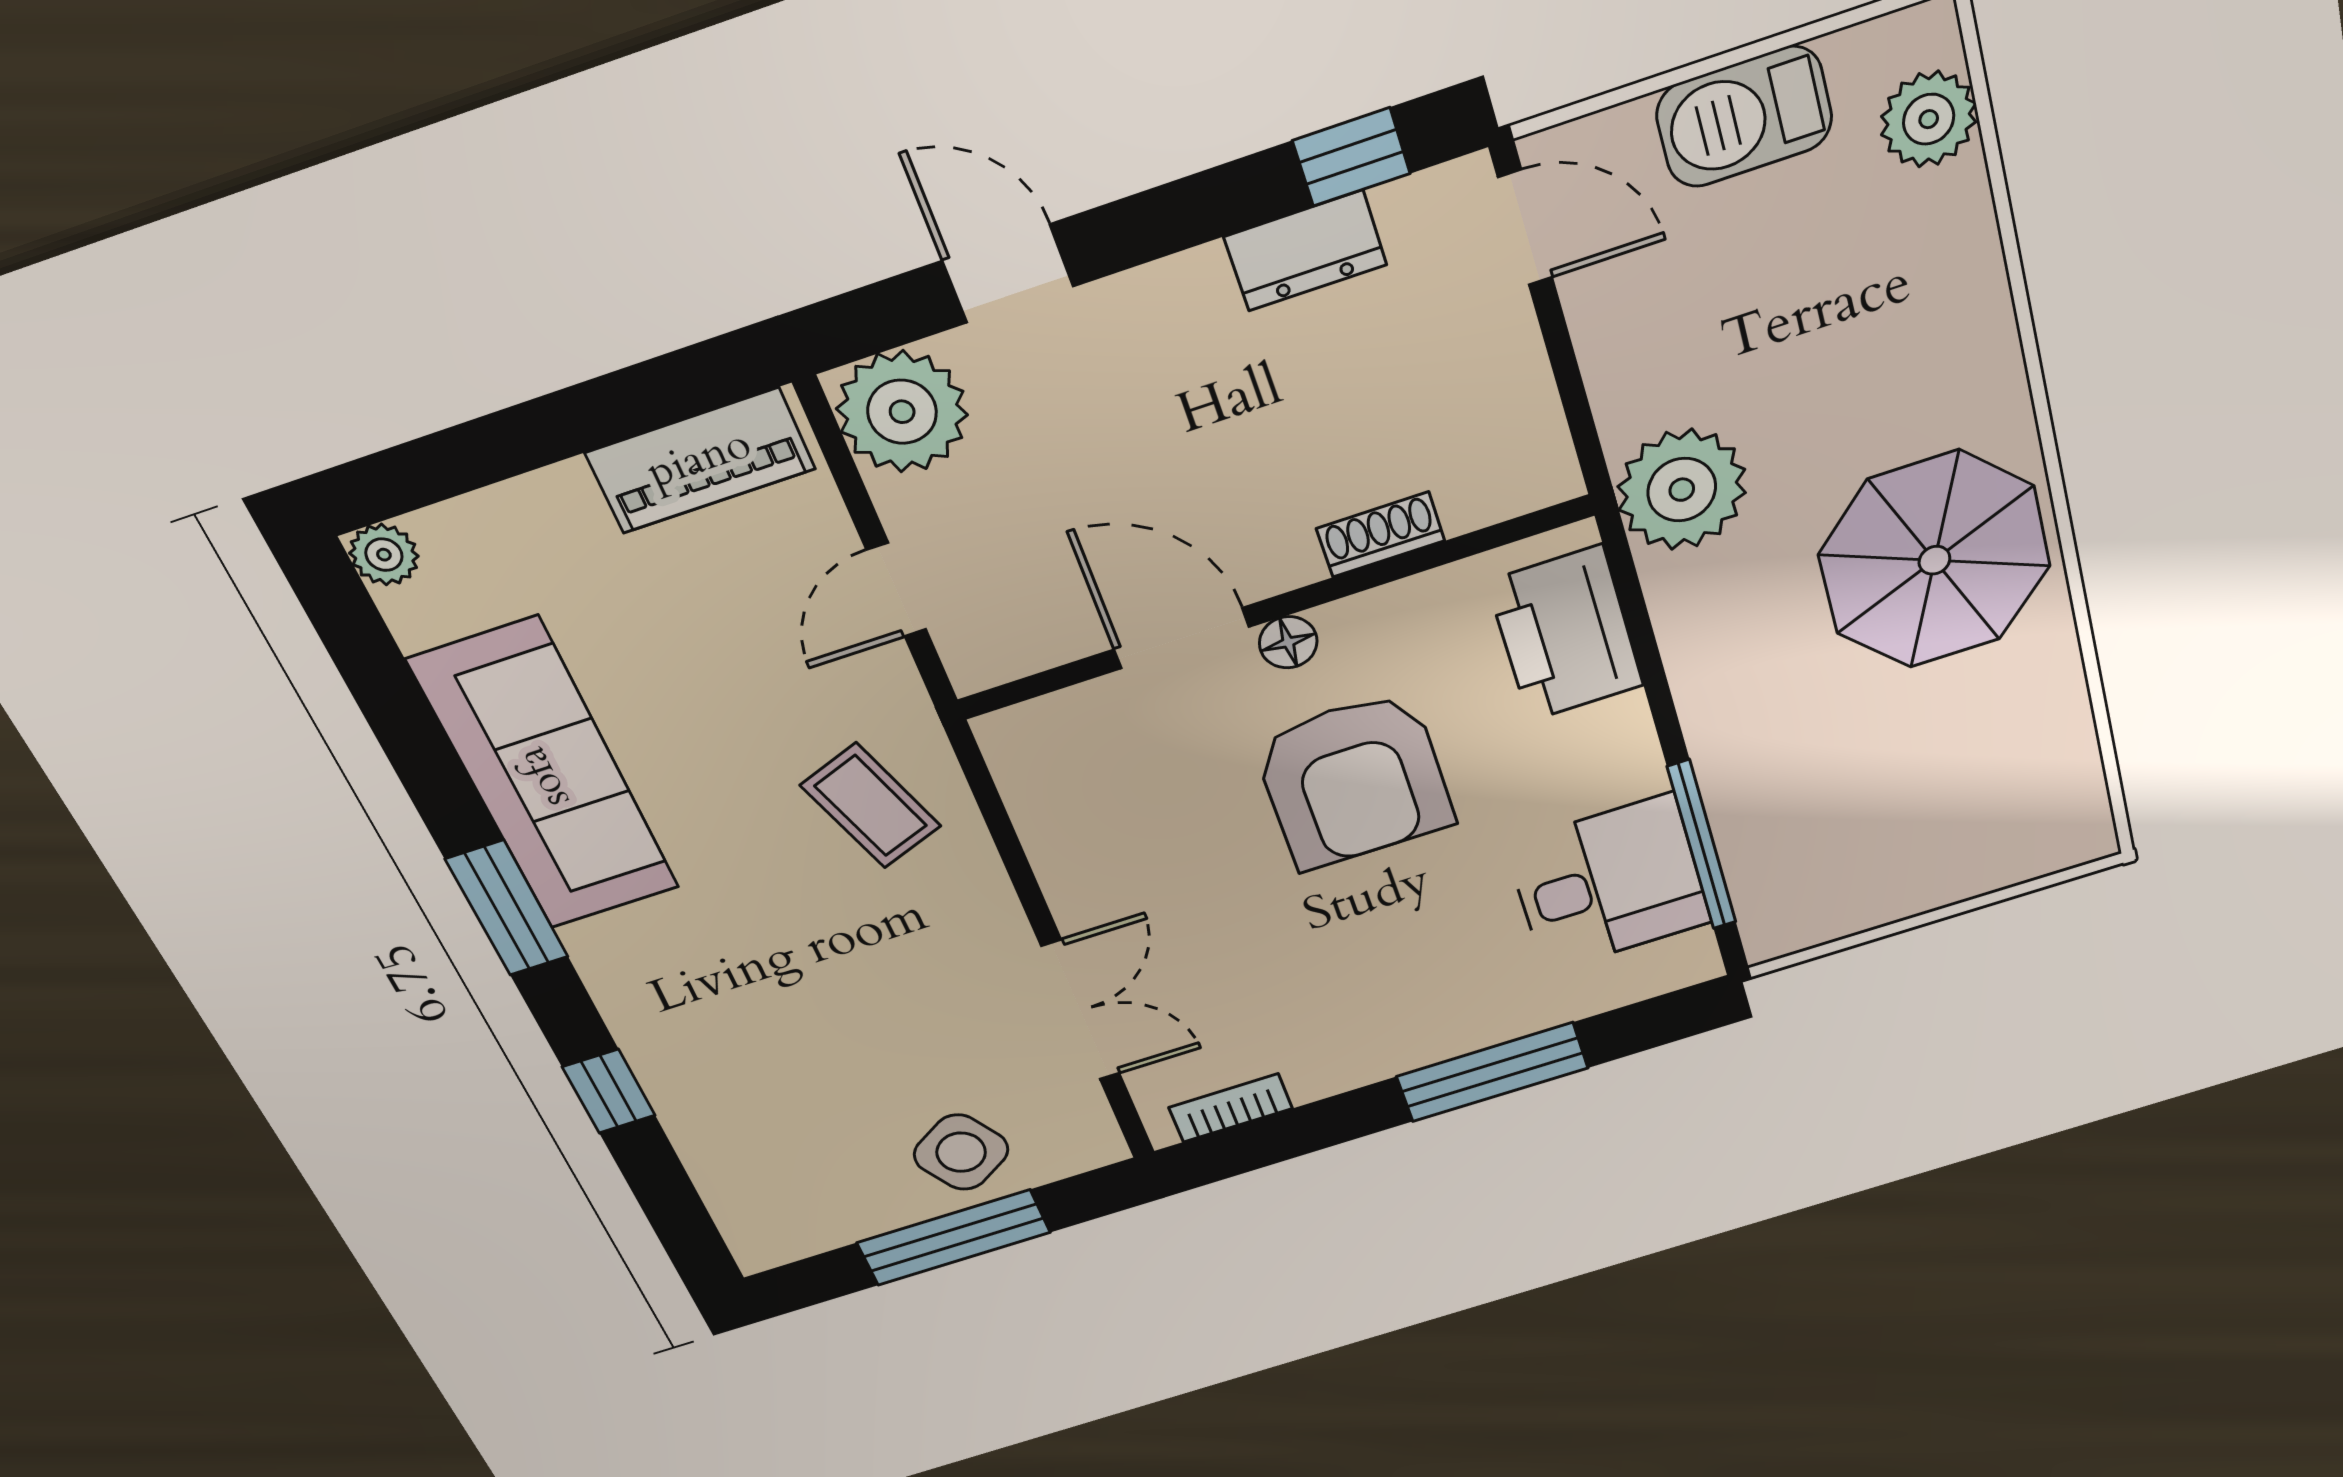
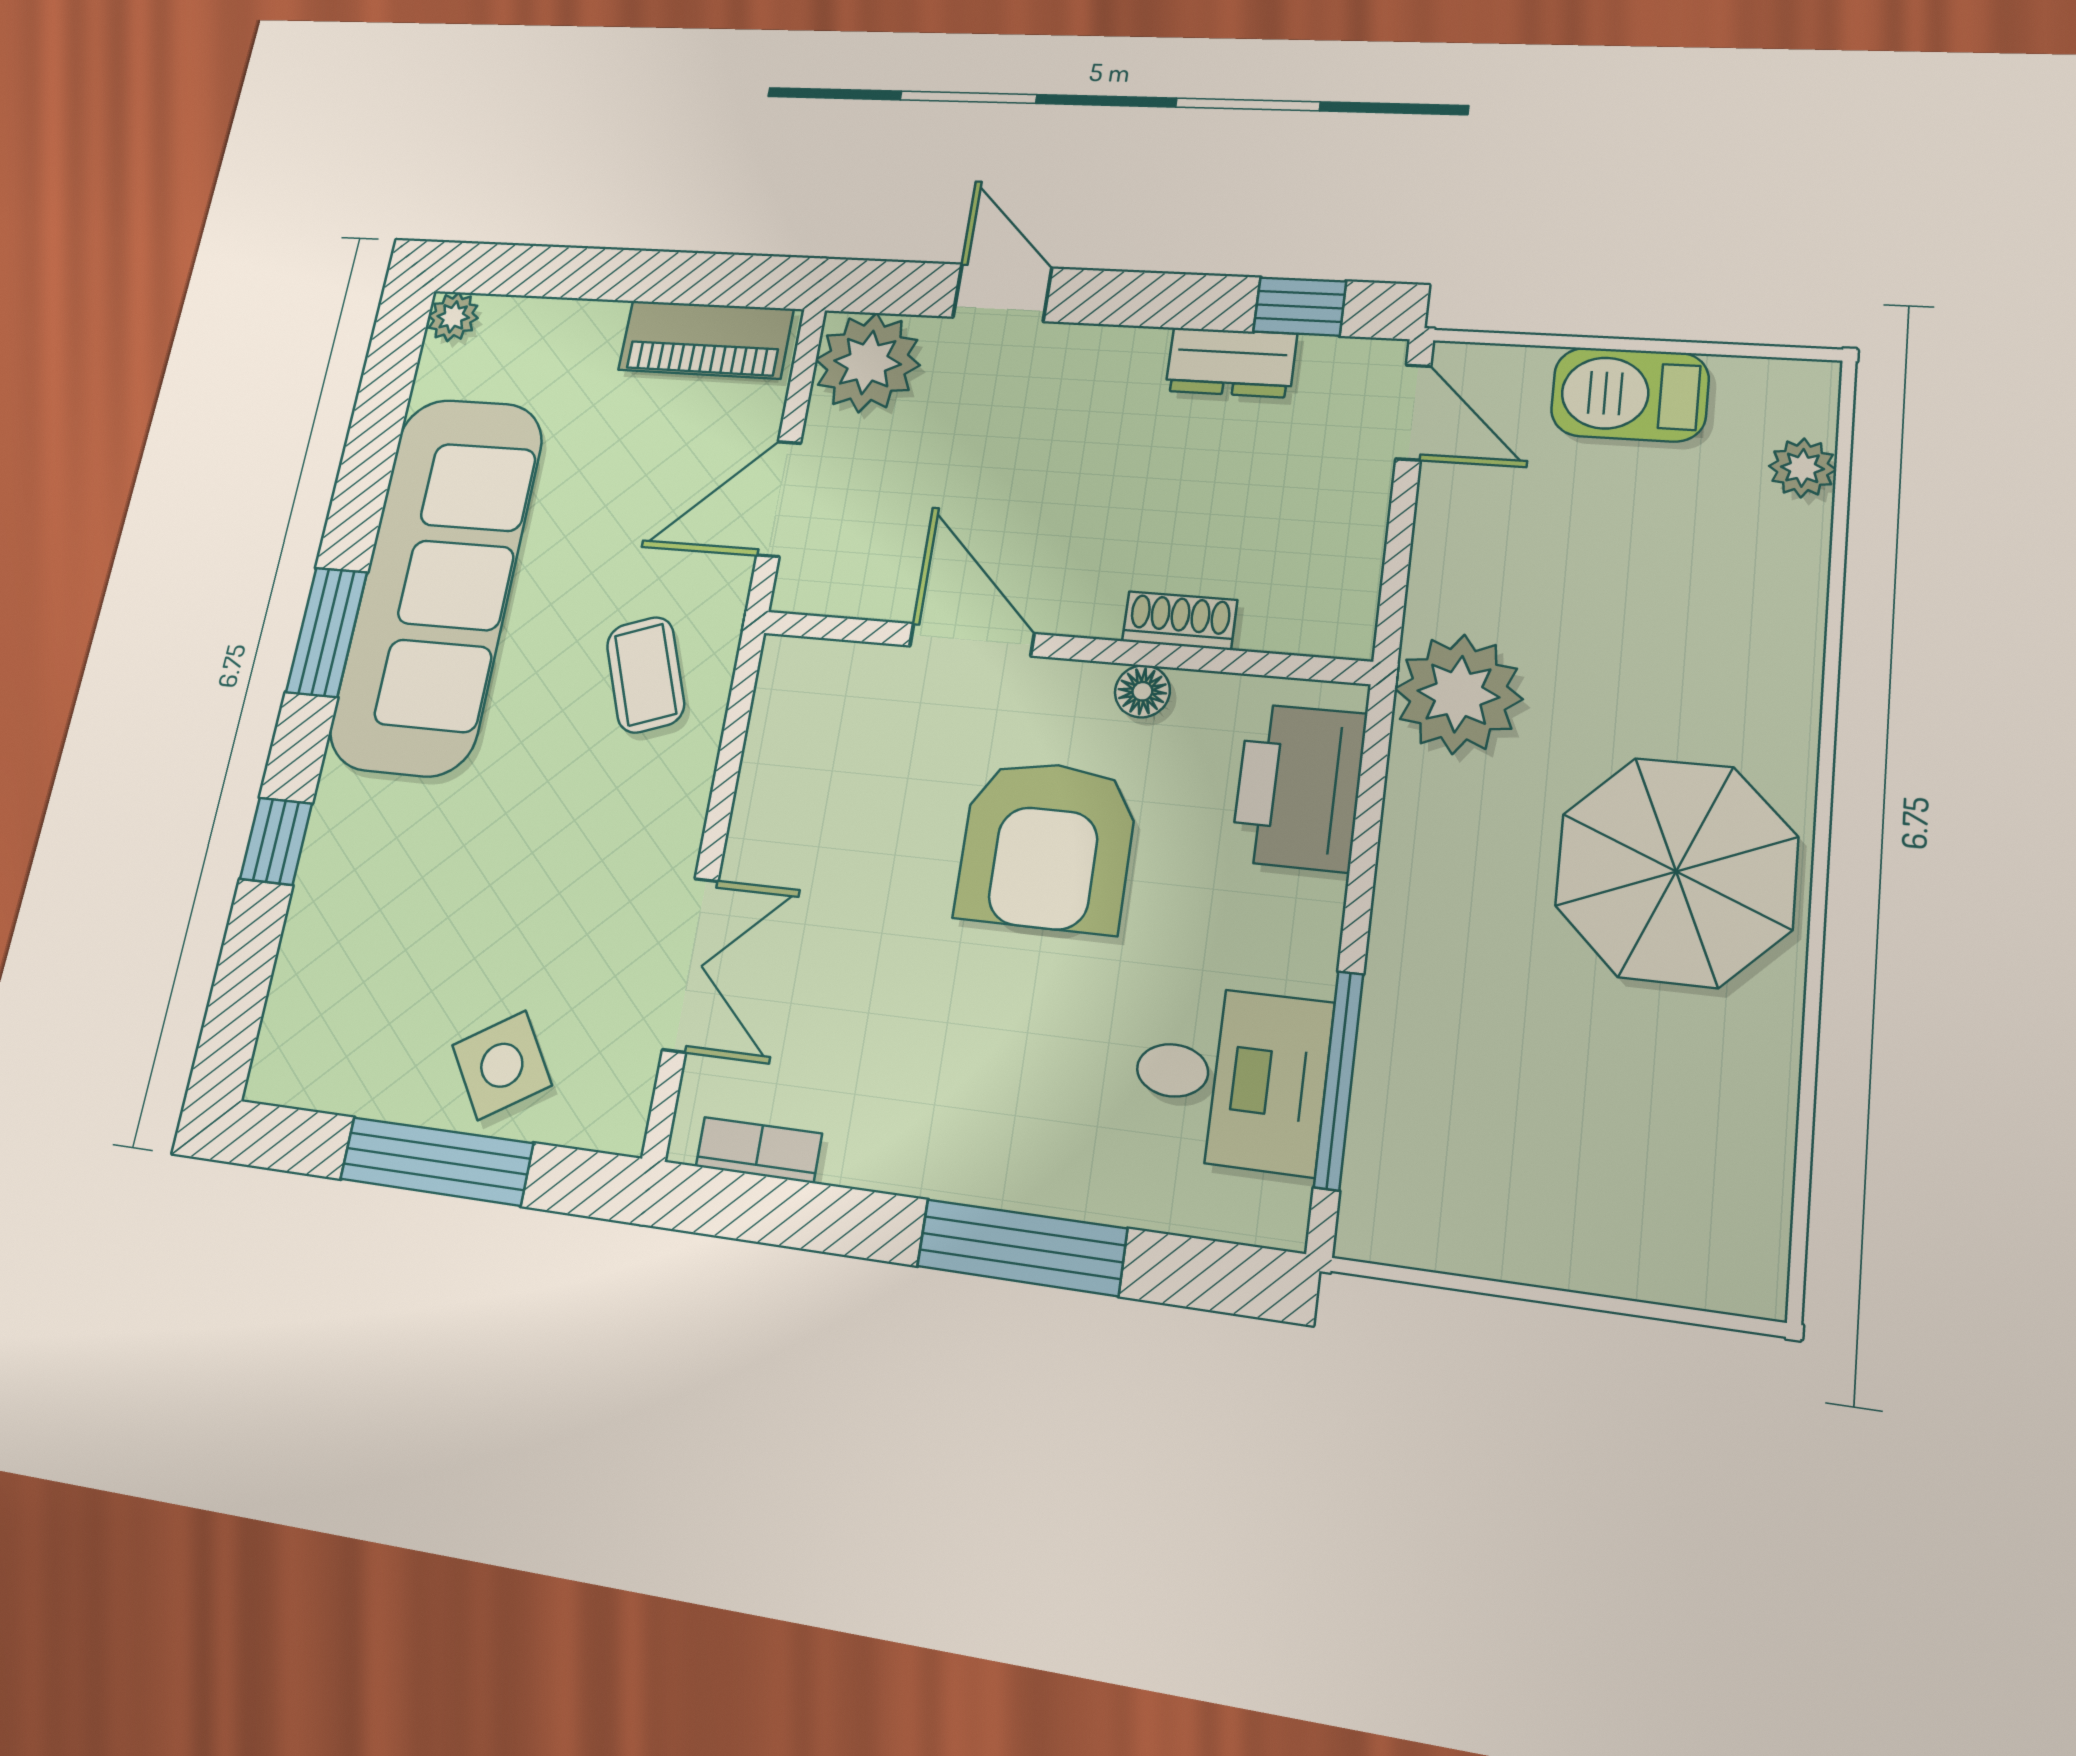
plant: (1929, 119) -> (1803, 468), width x0.73, depth x0.73
door: (896, 590) -> (779, 499), width x1.38
floor lamp: (1288, 642) -> (1142, 691), moved
sofa: (545, 776) -> (437, 584), width x1.36, depth x1.27

